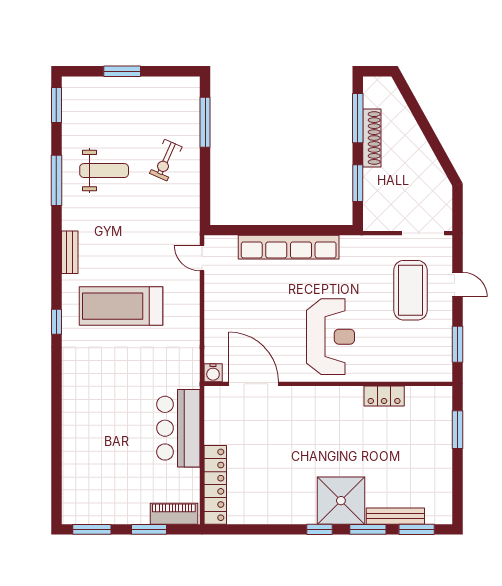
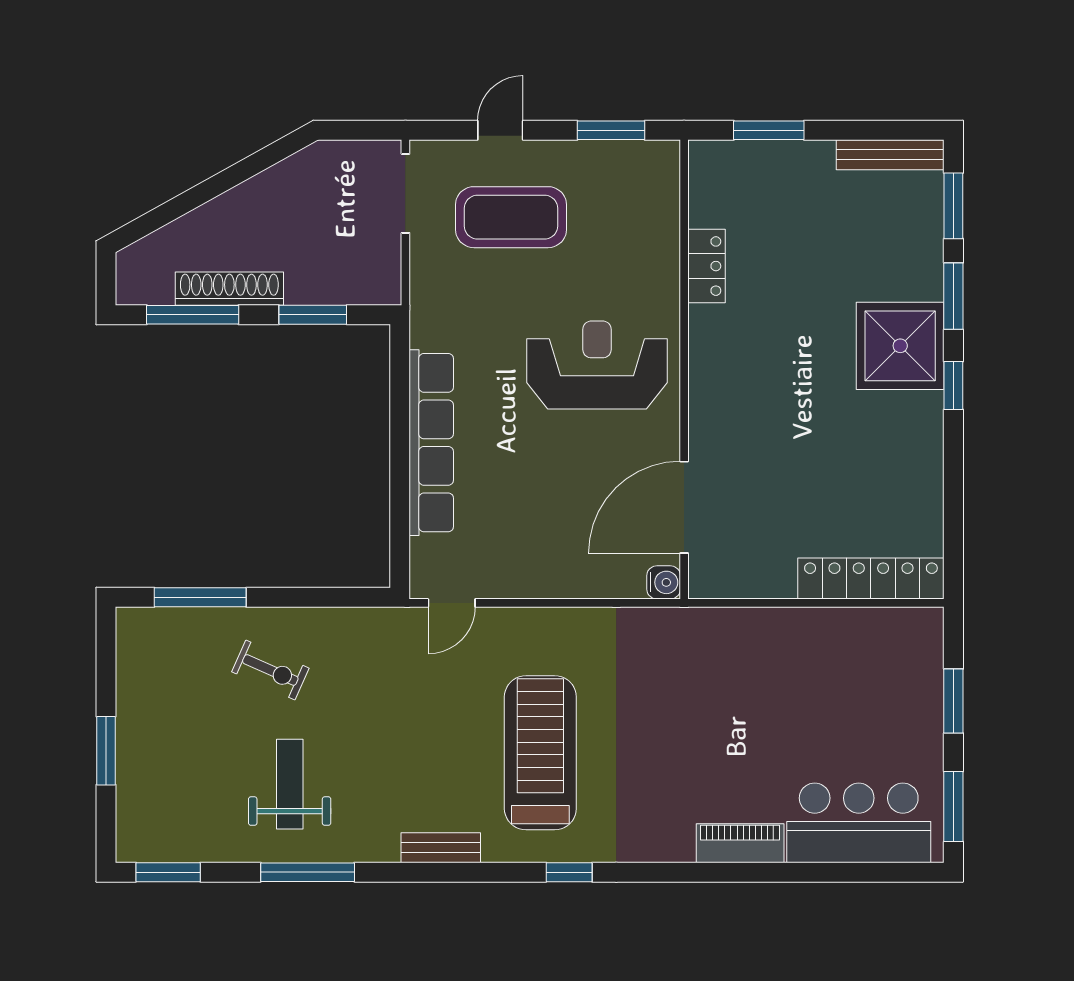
treadmill: (121, 306) -> (540, 753), turned 180
bar counter: (178, 428) -> (859, 823), moved, turned 180
piano: (174, 514) -> (740, 843), moved, turned 90
bench: (395, 516) -> (890, 155), moved, turned 90

